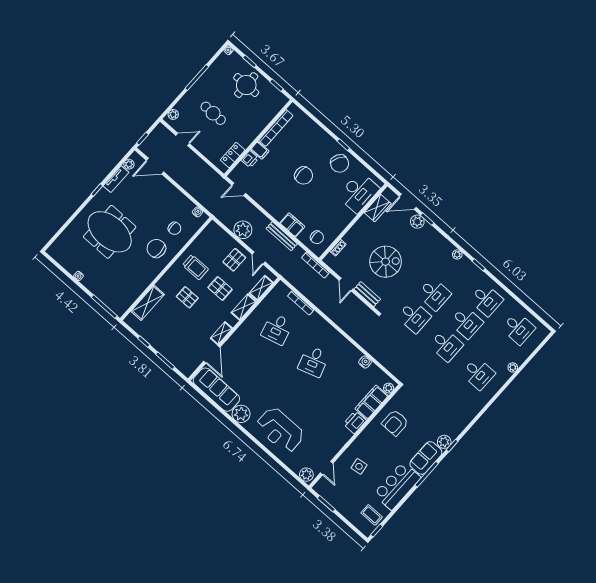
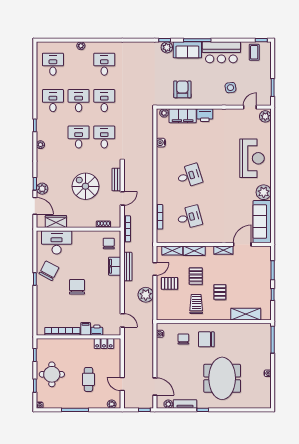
chair: (156, 248) -> (206, 339), turned 90
armchair: (395, 423) -> (182, 89), turned -90

